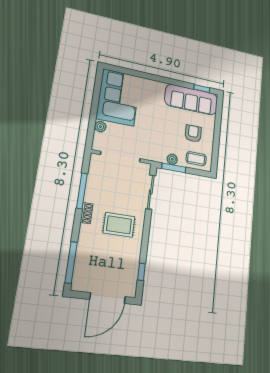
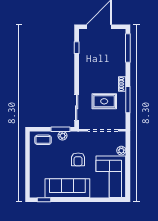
sofa: (191, 100) -> (67, 188), moved
armchair: (193, 134) -> (78, 159), moved
rug: (119, 225) -> (104, 101), moved

